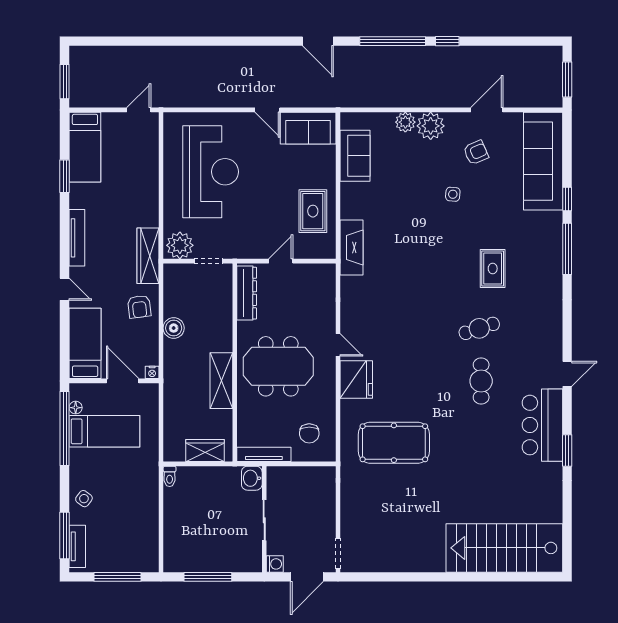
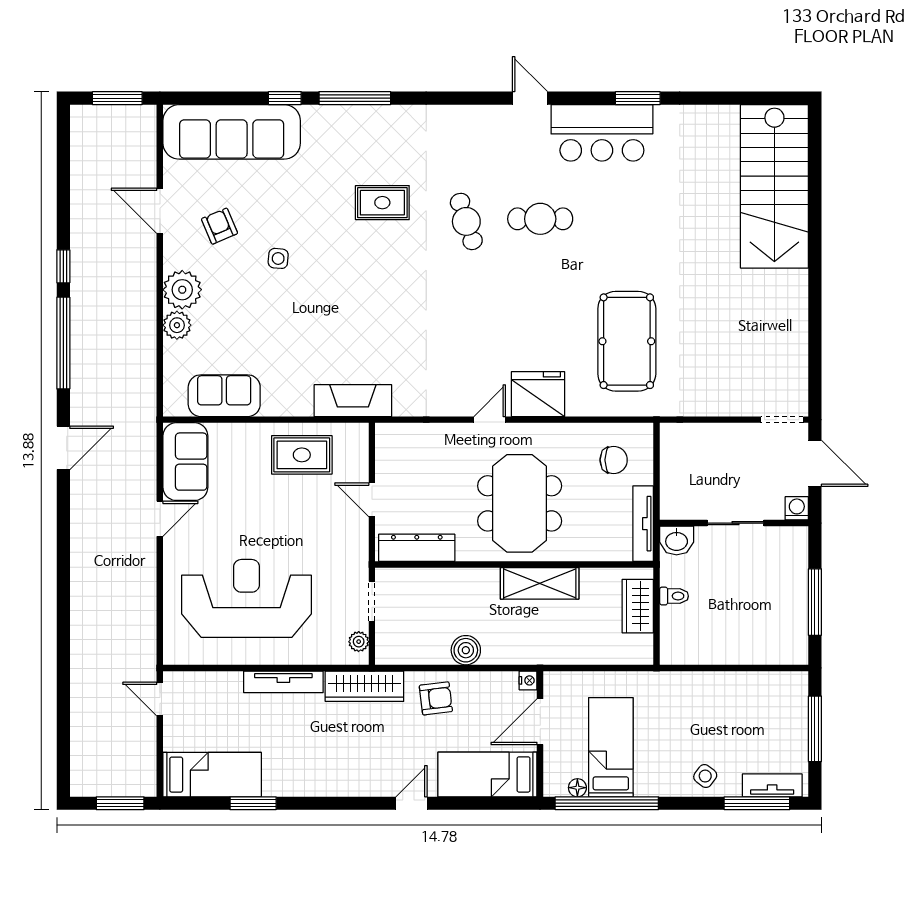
tv unit: (77, 238) -> (283, 682), moved, turned 180
plant: (180, 245) -> (359, 642), width x0.53, depth x0.53
toilet: (170, 476) -> (674, 596), moved

